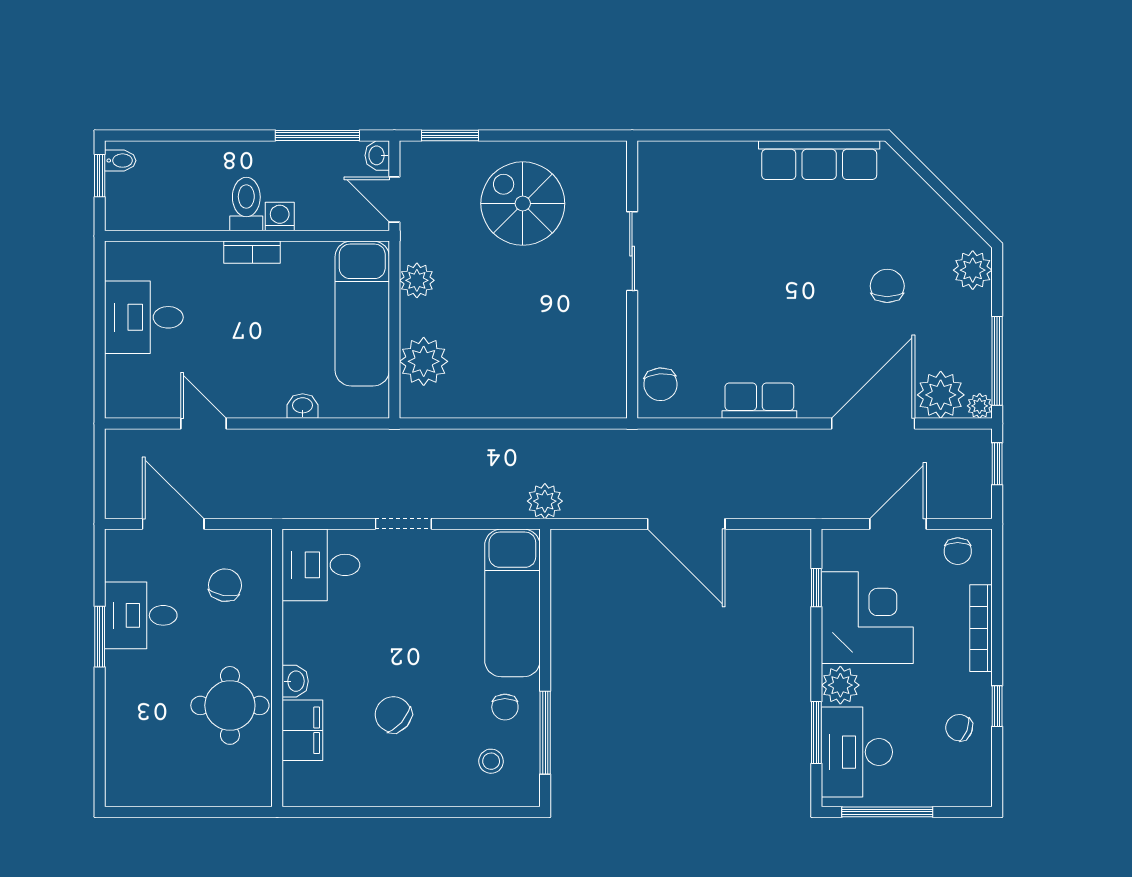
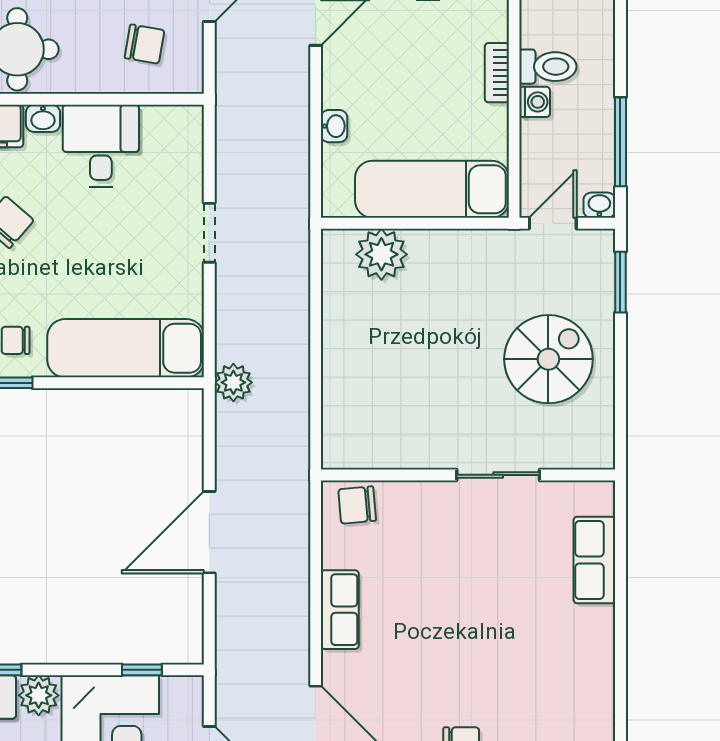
row of seats: (819, 160) -> (594, 560), moved, width x0.68
plant: (417, 280) -> (467, 247), removed
desk: (321, 565) -> (101, 146), moved

